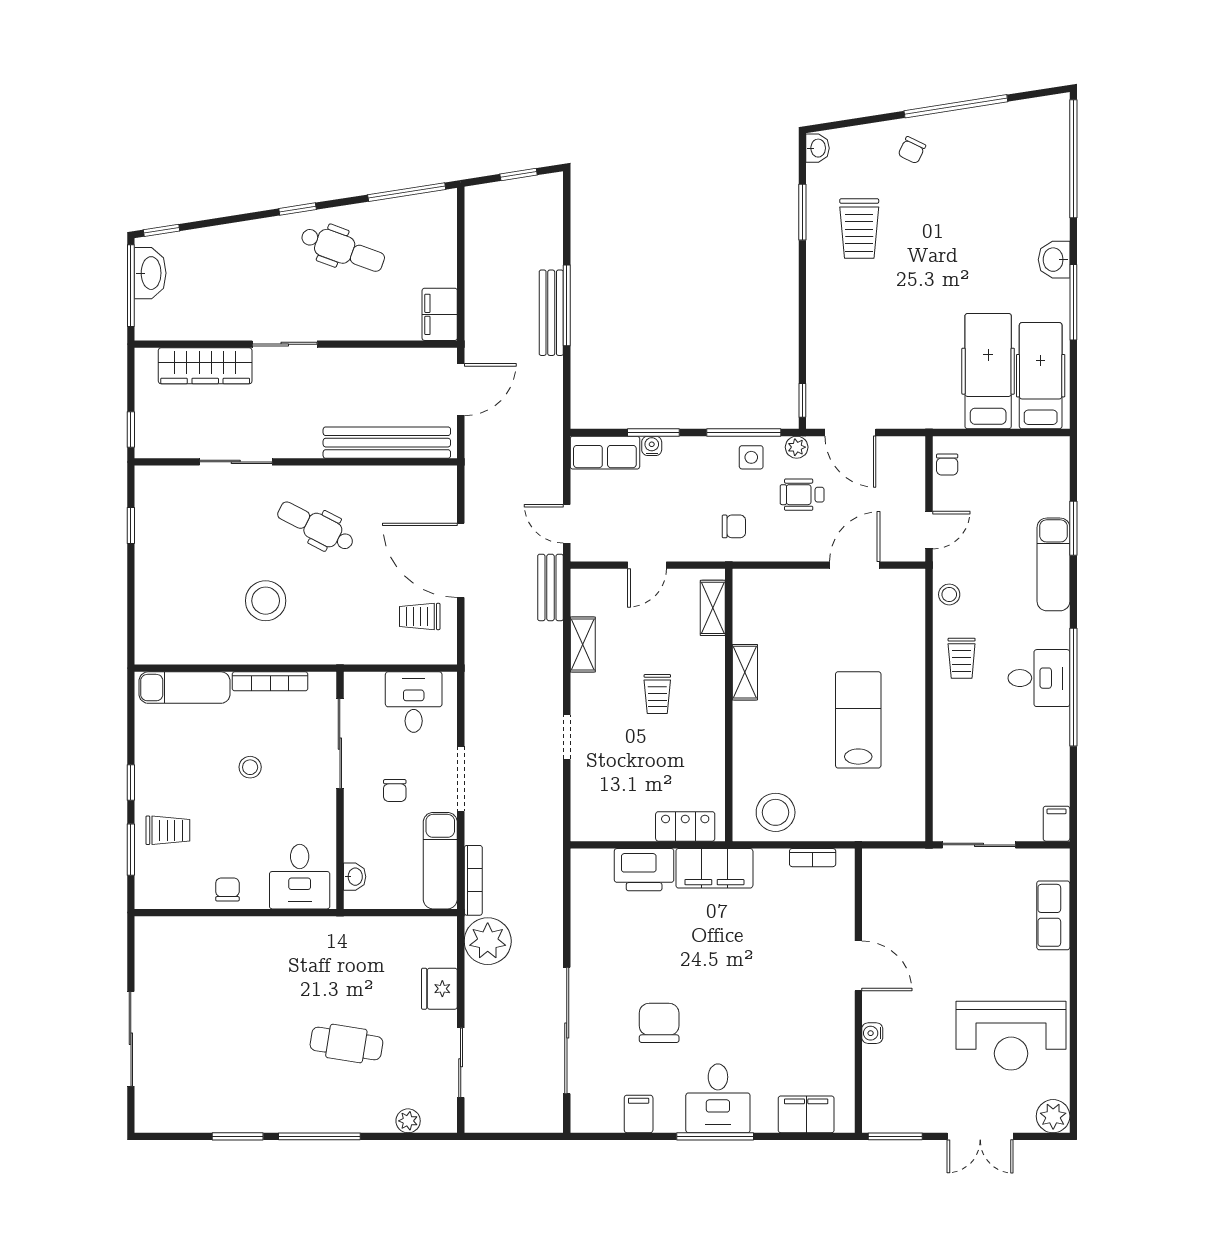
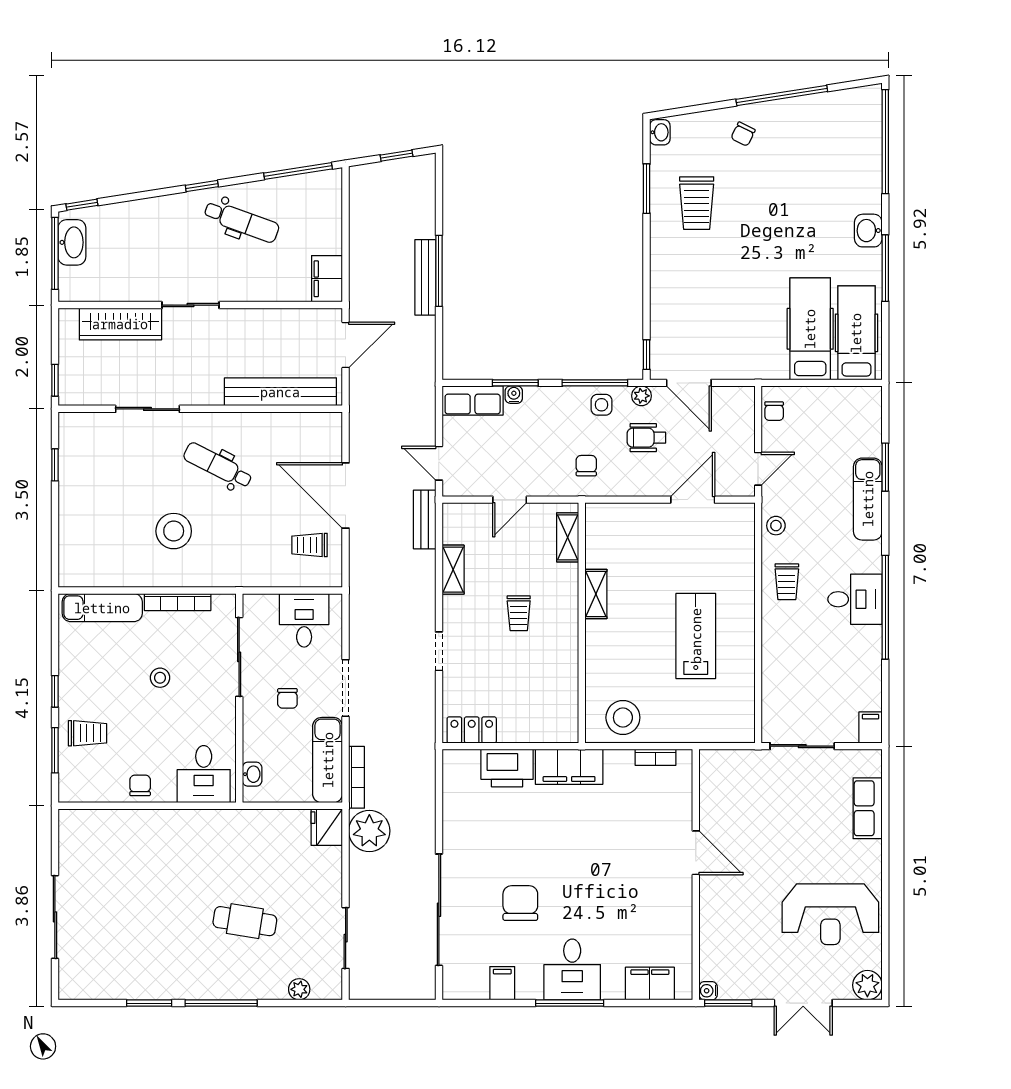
chair: (734, 526) -> (586, 466), turned -90
locker: (685, 826) -> (472, 730), moved
fridge: (439, 989) -> (327, 827), moved
water cooler: (872, 1033) -> (708, 991), moved

